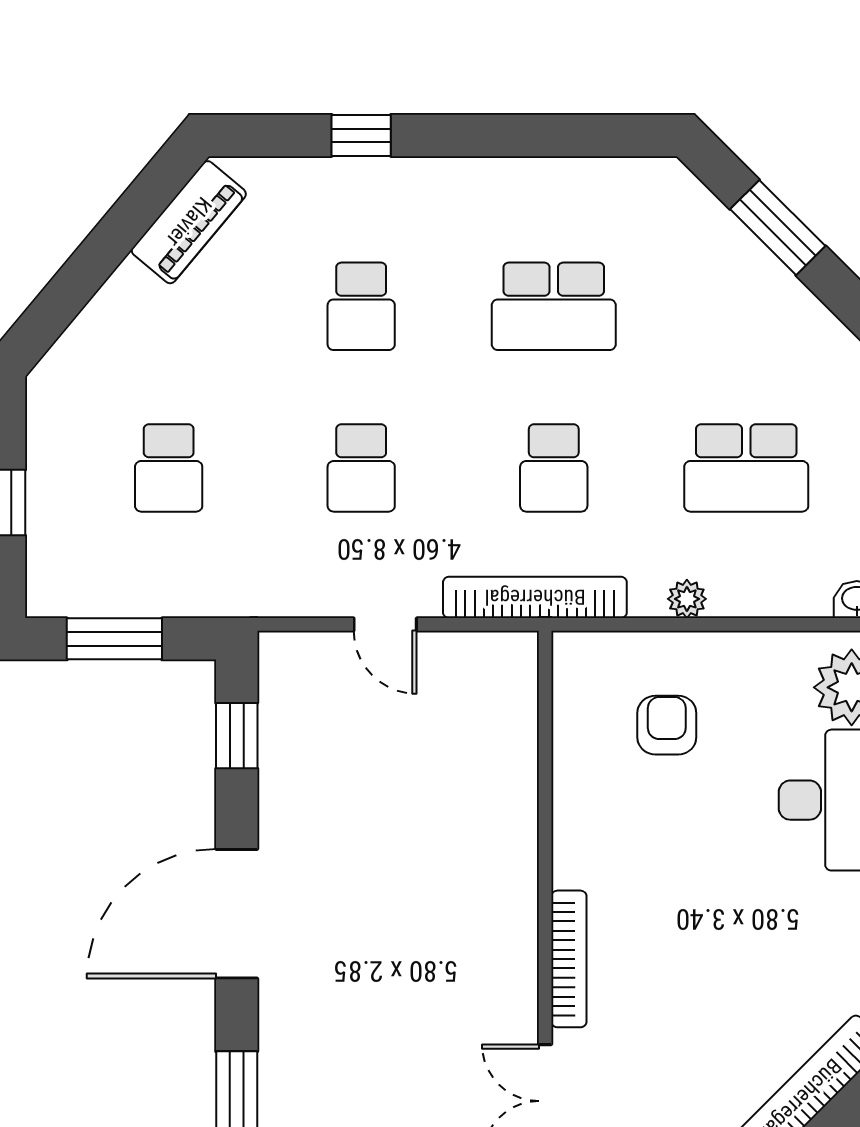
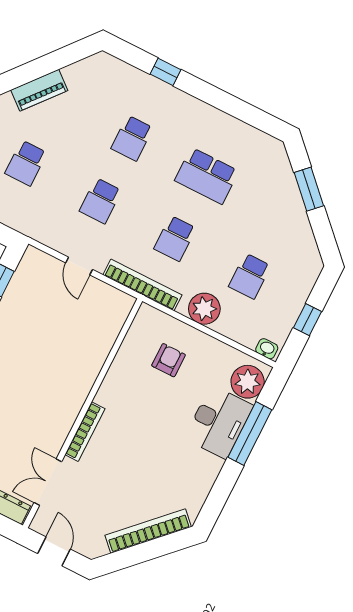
piano: (189, 222) -> (39, 90), moved
school desk: (746, 468) -> (250, 276), width x0.54
plant: (687, 599) -> (204, 309), width x1.88, depth x1.88

